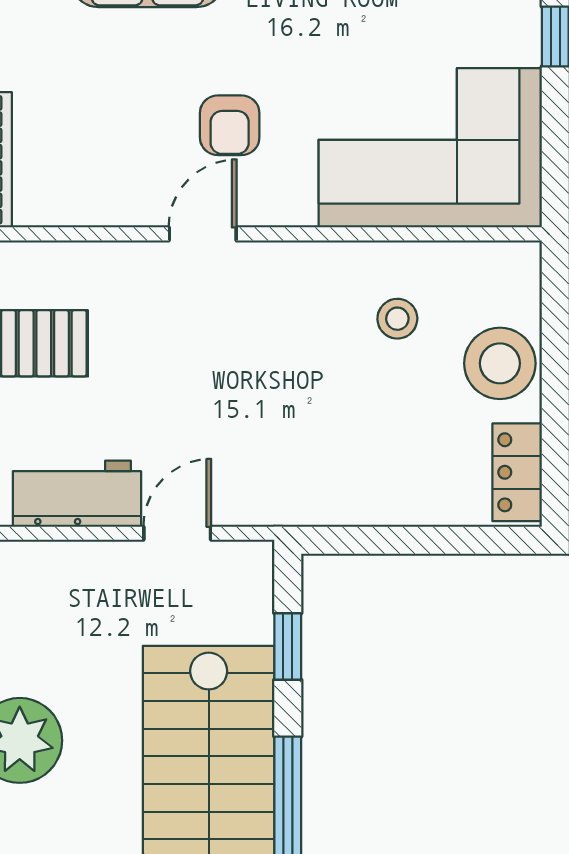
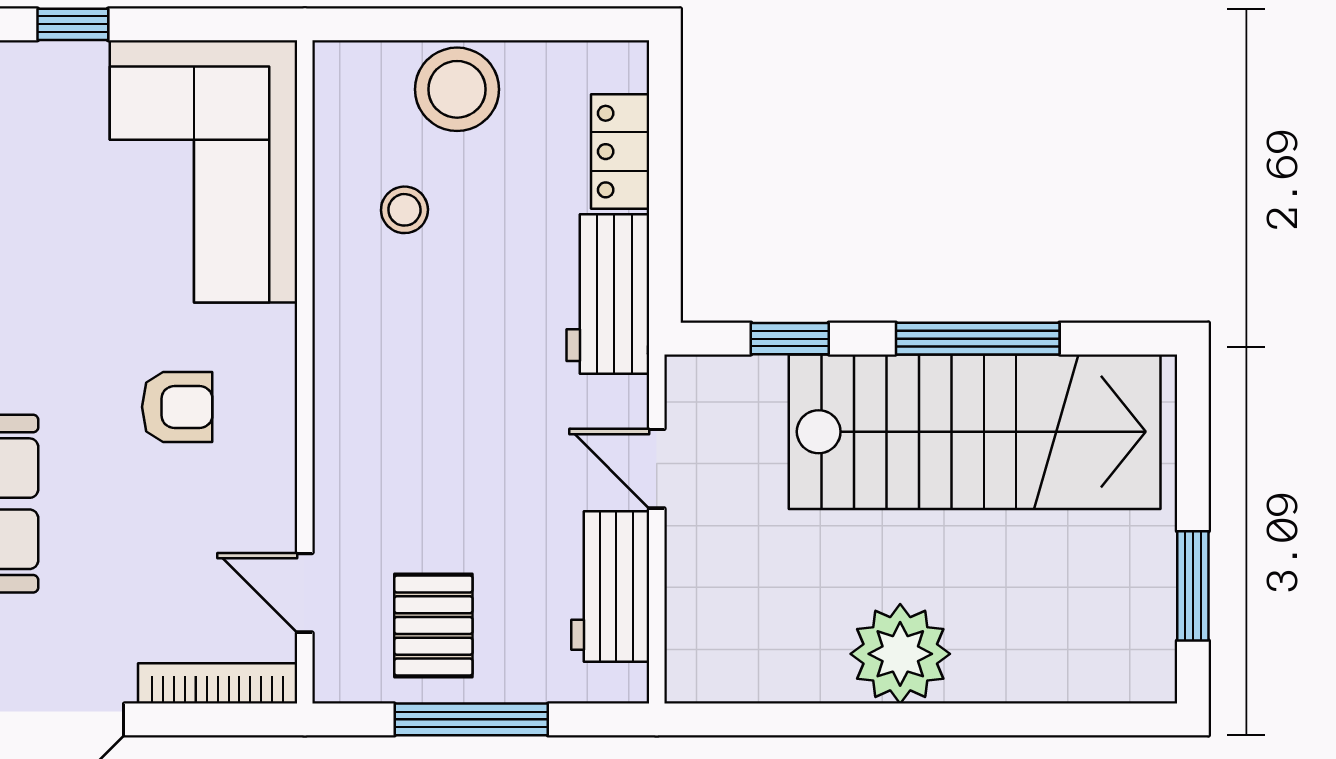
door: (203, 234) -> (305, 593), moved
locker: (517, 472) -> (620, 152), moved, turned 90
workbench: (326, 492) -> (608, 294), added

